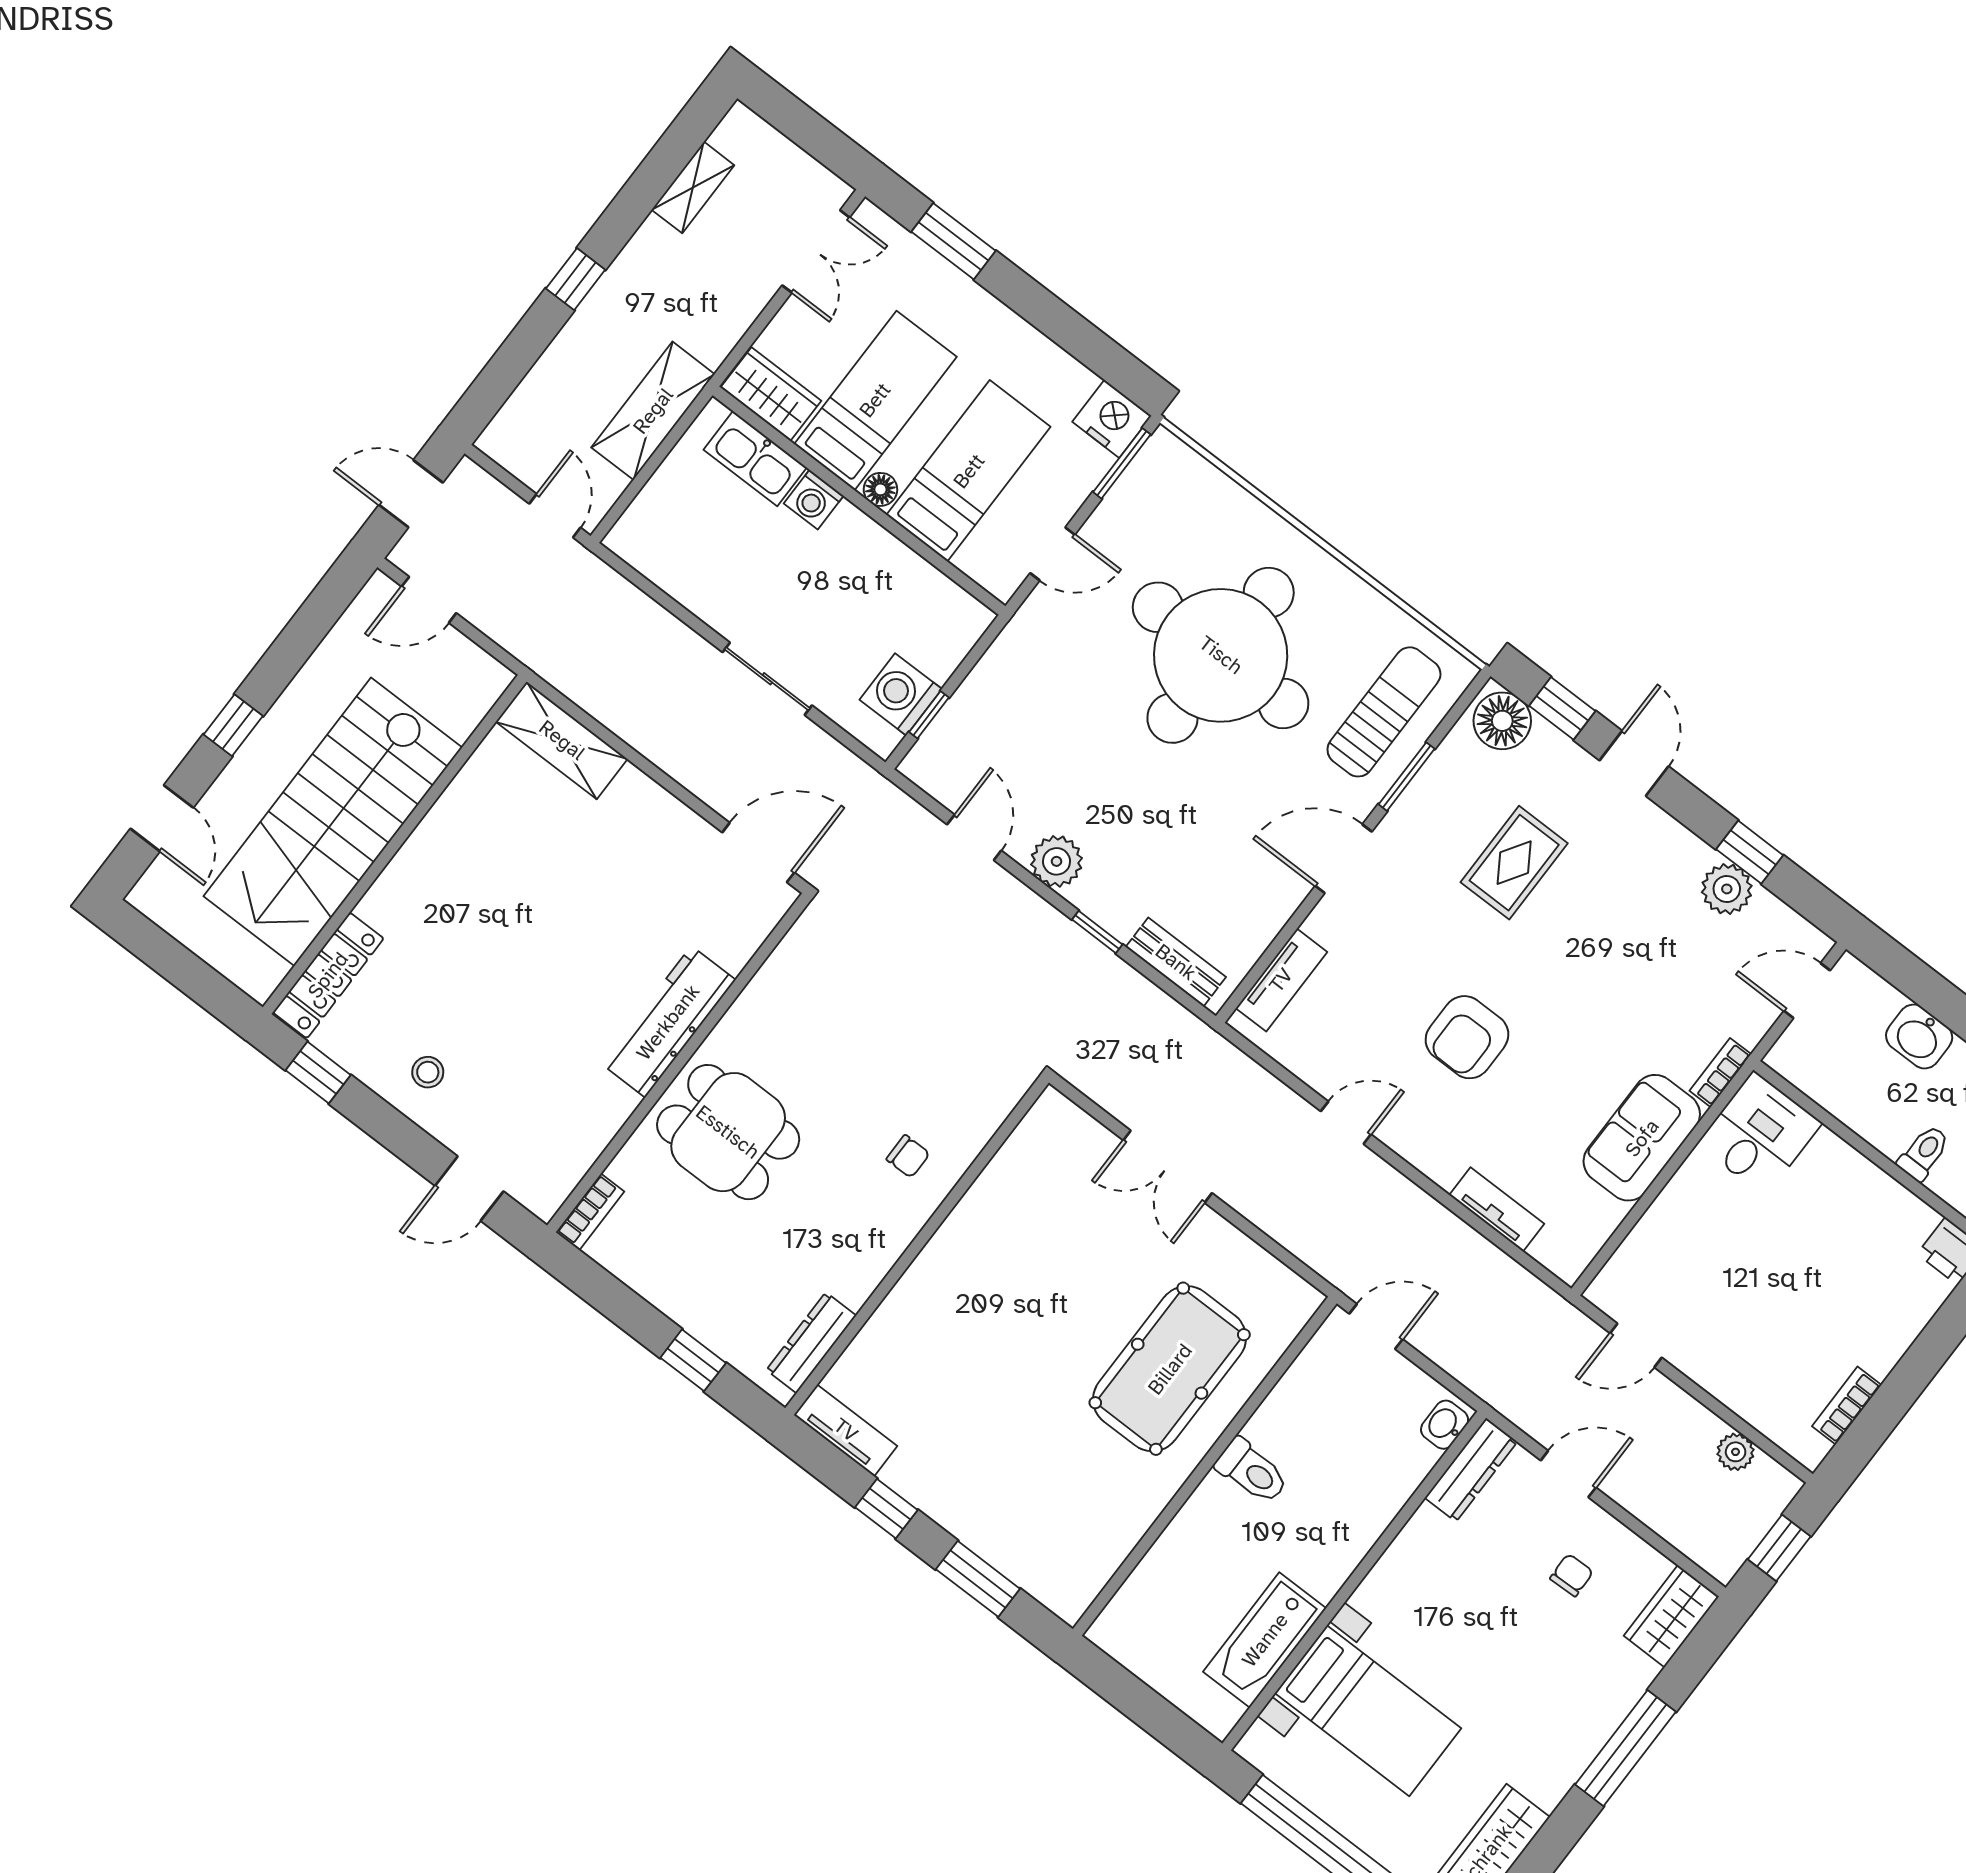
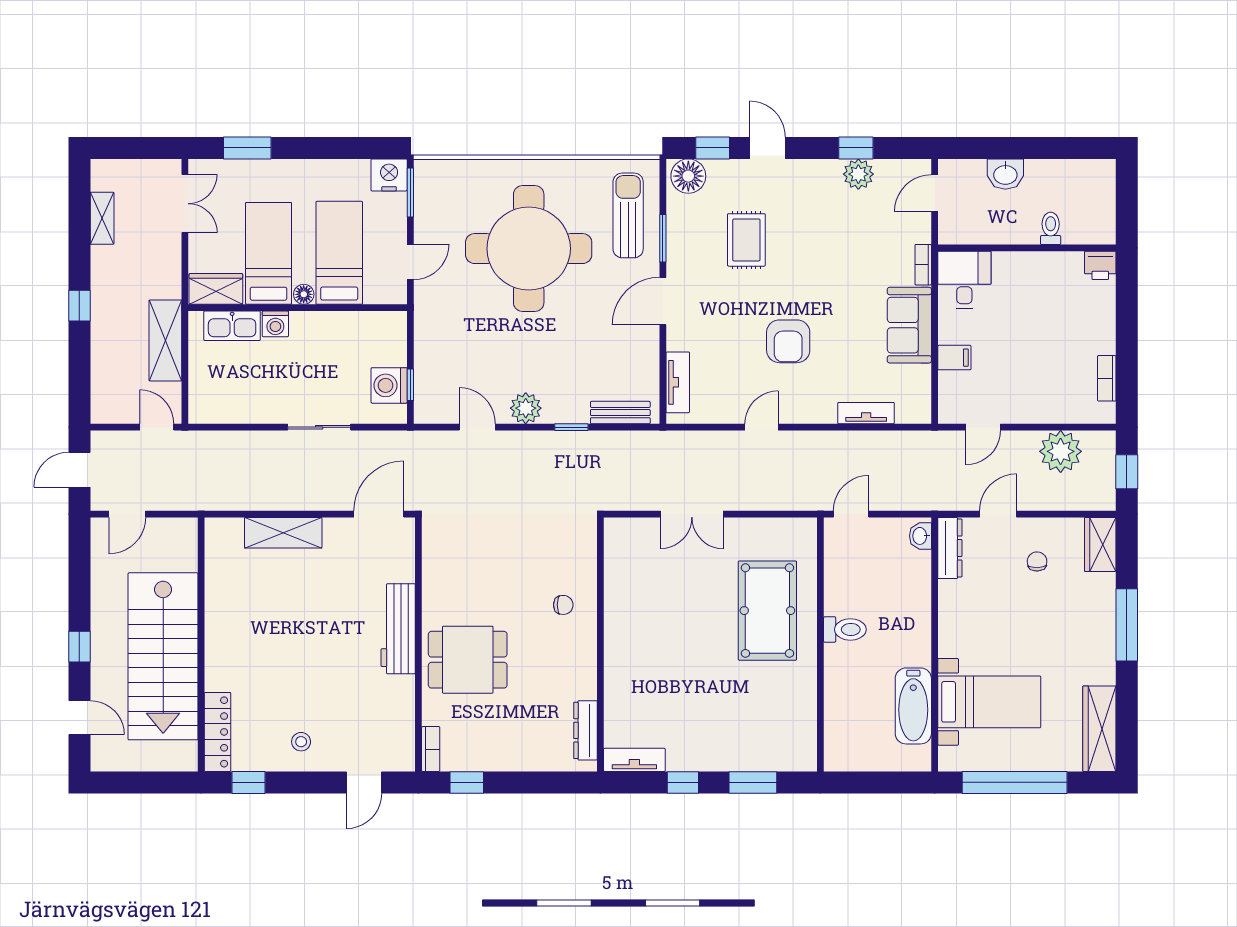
shelving: (562, 740) -> (283, 533), moved
filing cabinet: (1668, 1225) -> (954, 358), added
window: (693, 1360) -> (467, 782), moved
plant: (1736, 1452) -> (1061, 451), width x1.88, depth x1.88

